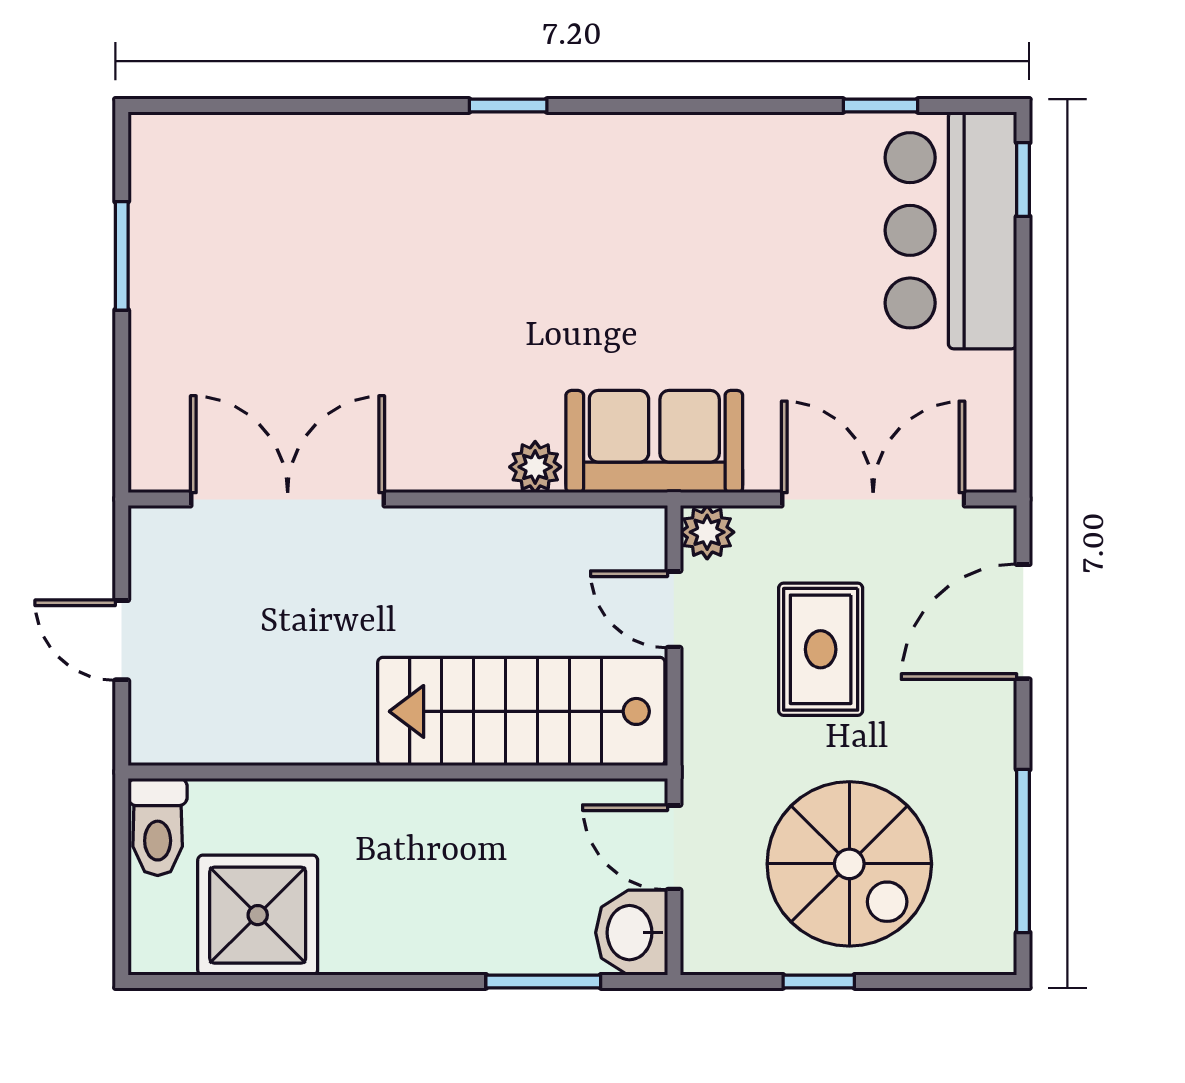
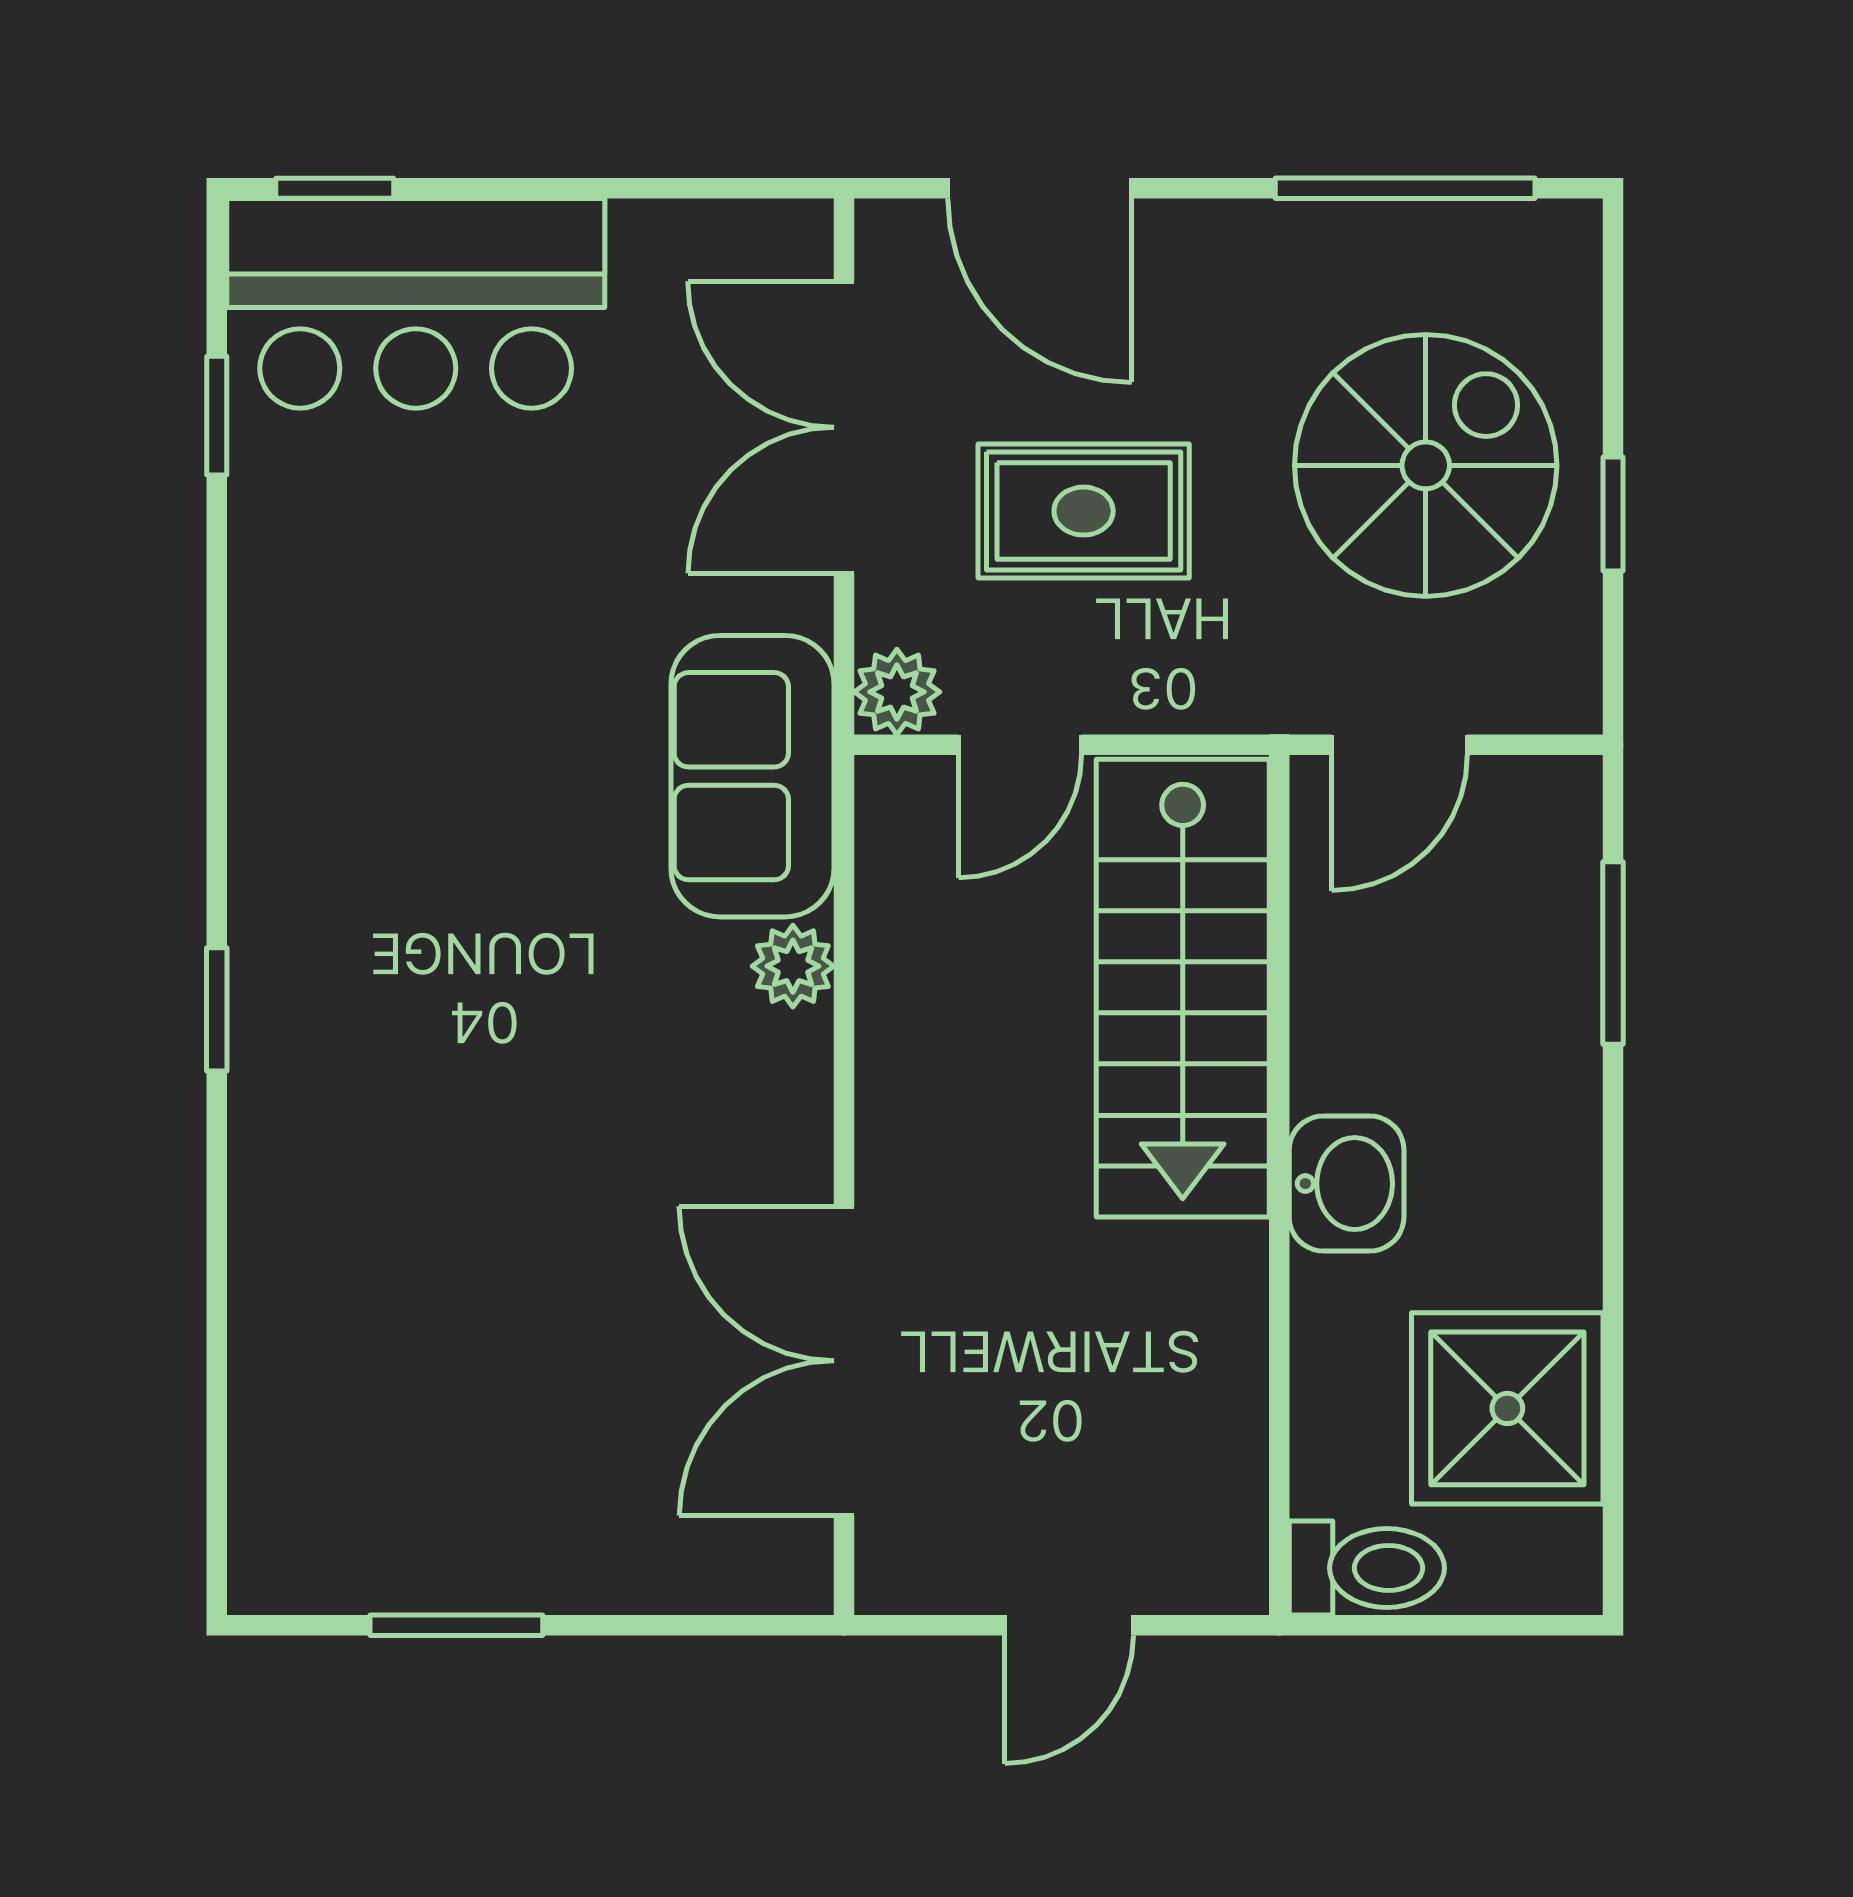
washbasin: (632, 933) -> (1347, 1184), moved, turned -90

